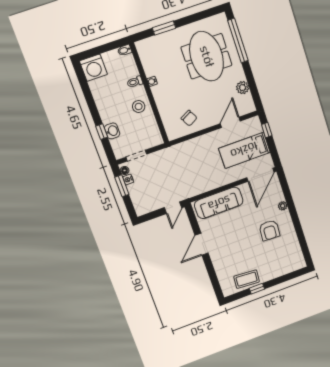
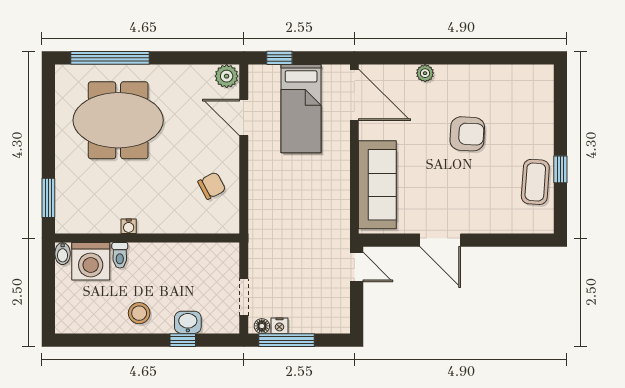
window: (164, 28) -> (48, 198), moved
washing machine: (93, 68) -> (91, 261), moved, turned 90
plant: (243, 88) -> (227, 76), moved
stool: (139, 106) -> (139, 313), moved
window: (122, 186) -> (286, 340), width x1.44
armchair: (269, 230) -> (467, 134), moved

